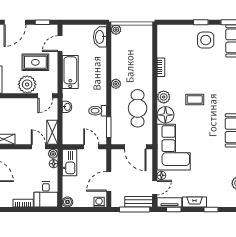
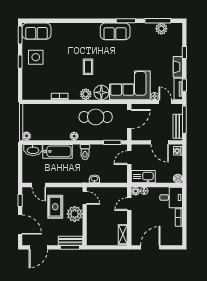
bathtub: (70, 72) -> (57, 151), moved, turned 180
toilet: (98, 111) -> (85, 152), moved
shelving: (52, 132) -> (117, 192), removed
bench: (139, 202) -> (178, 126), moved

